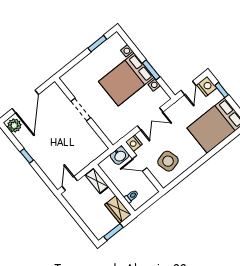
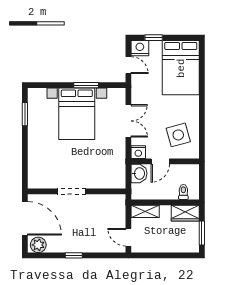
doorway: (81, 110) -> (71, 191), moved
wall: (84, 113) -> (77, 191), moved

